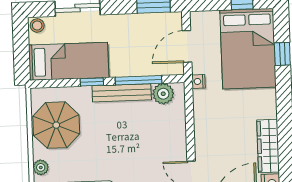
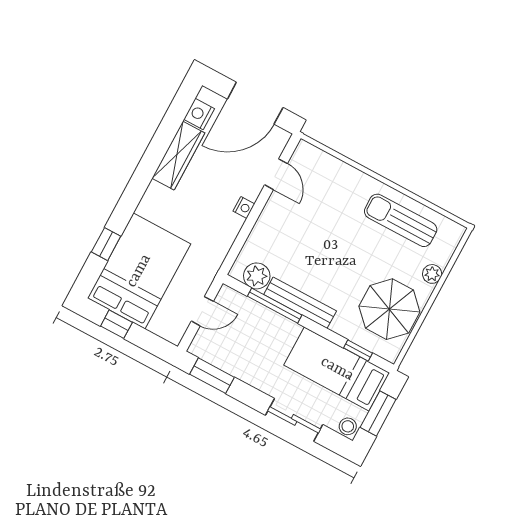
door: (187, 46) -> (202, 311), width x0.73
window: (21, 47) -> (378, 413), added
nightstand: (198, 81) -> (244, 207), moved
window: (92, 82) -> (358, 351), moved

